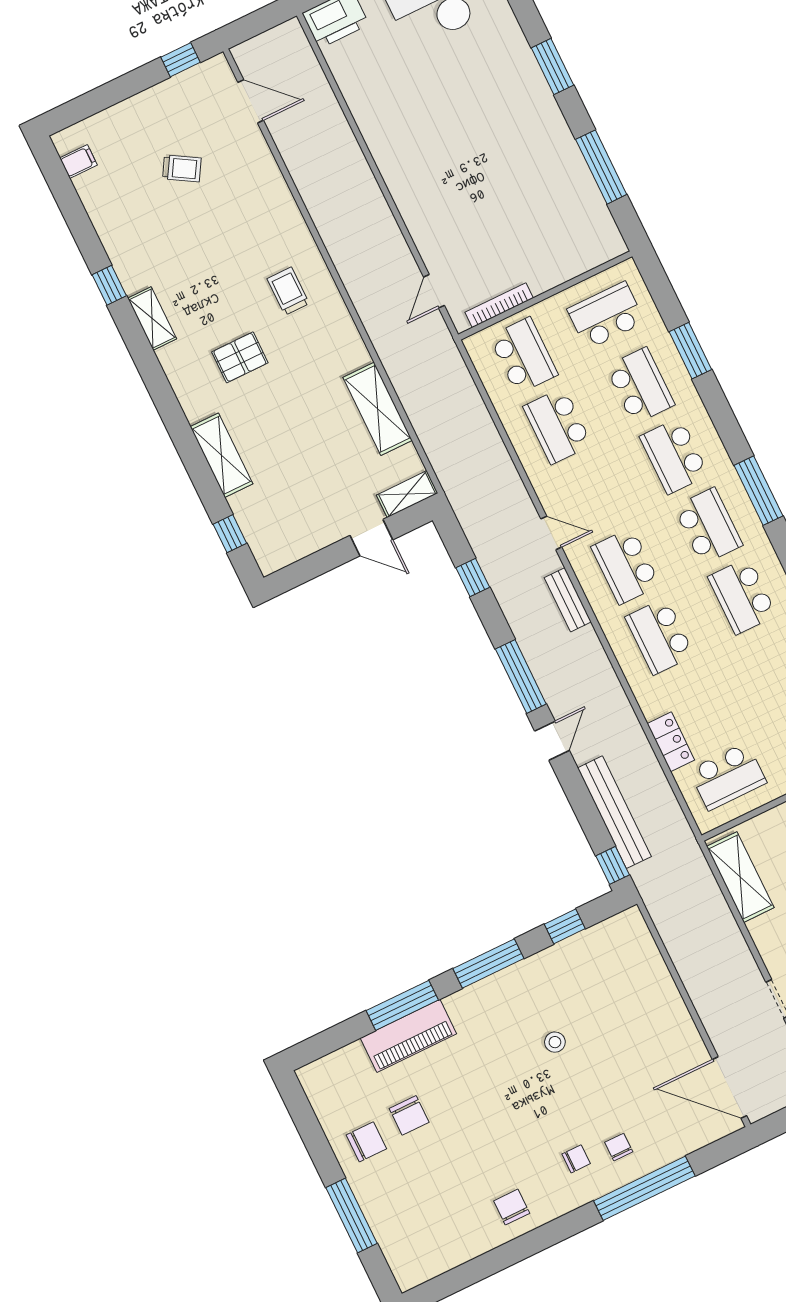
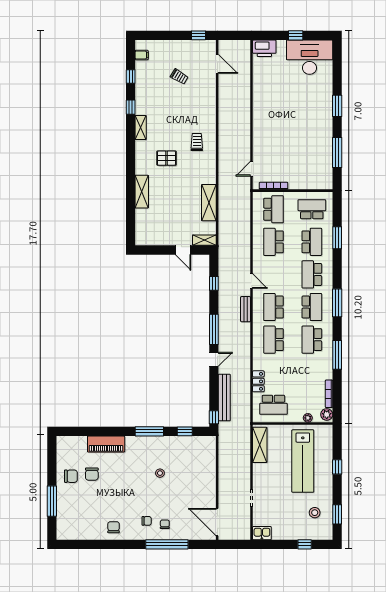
window: (230, 534) -> (131, 76), moved
window: (402, 1005) -> (109, 431), removed

